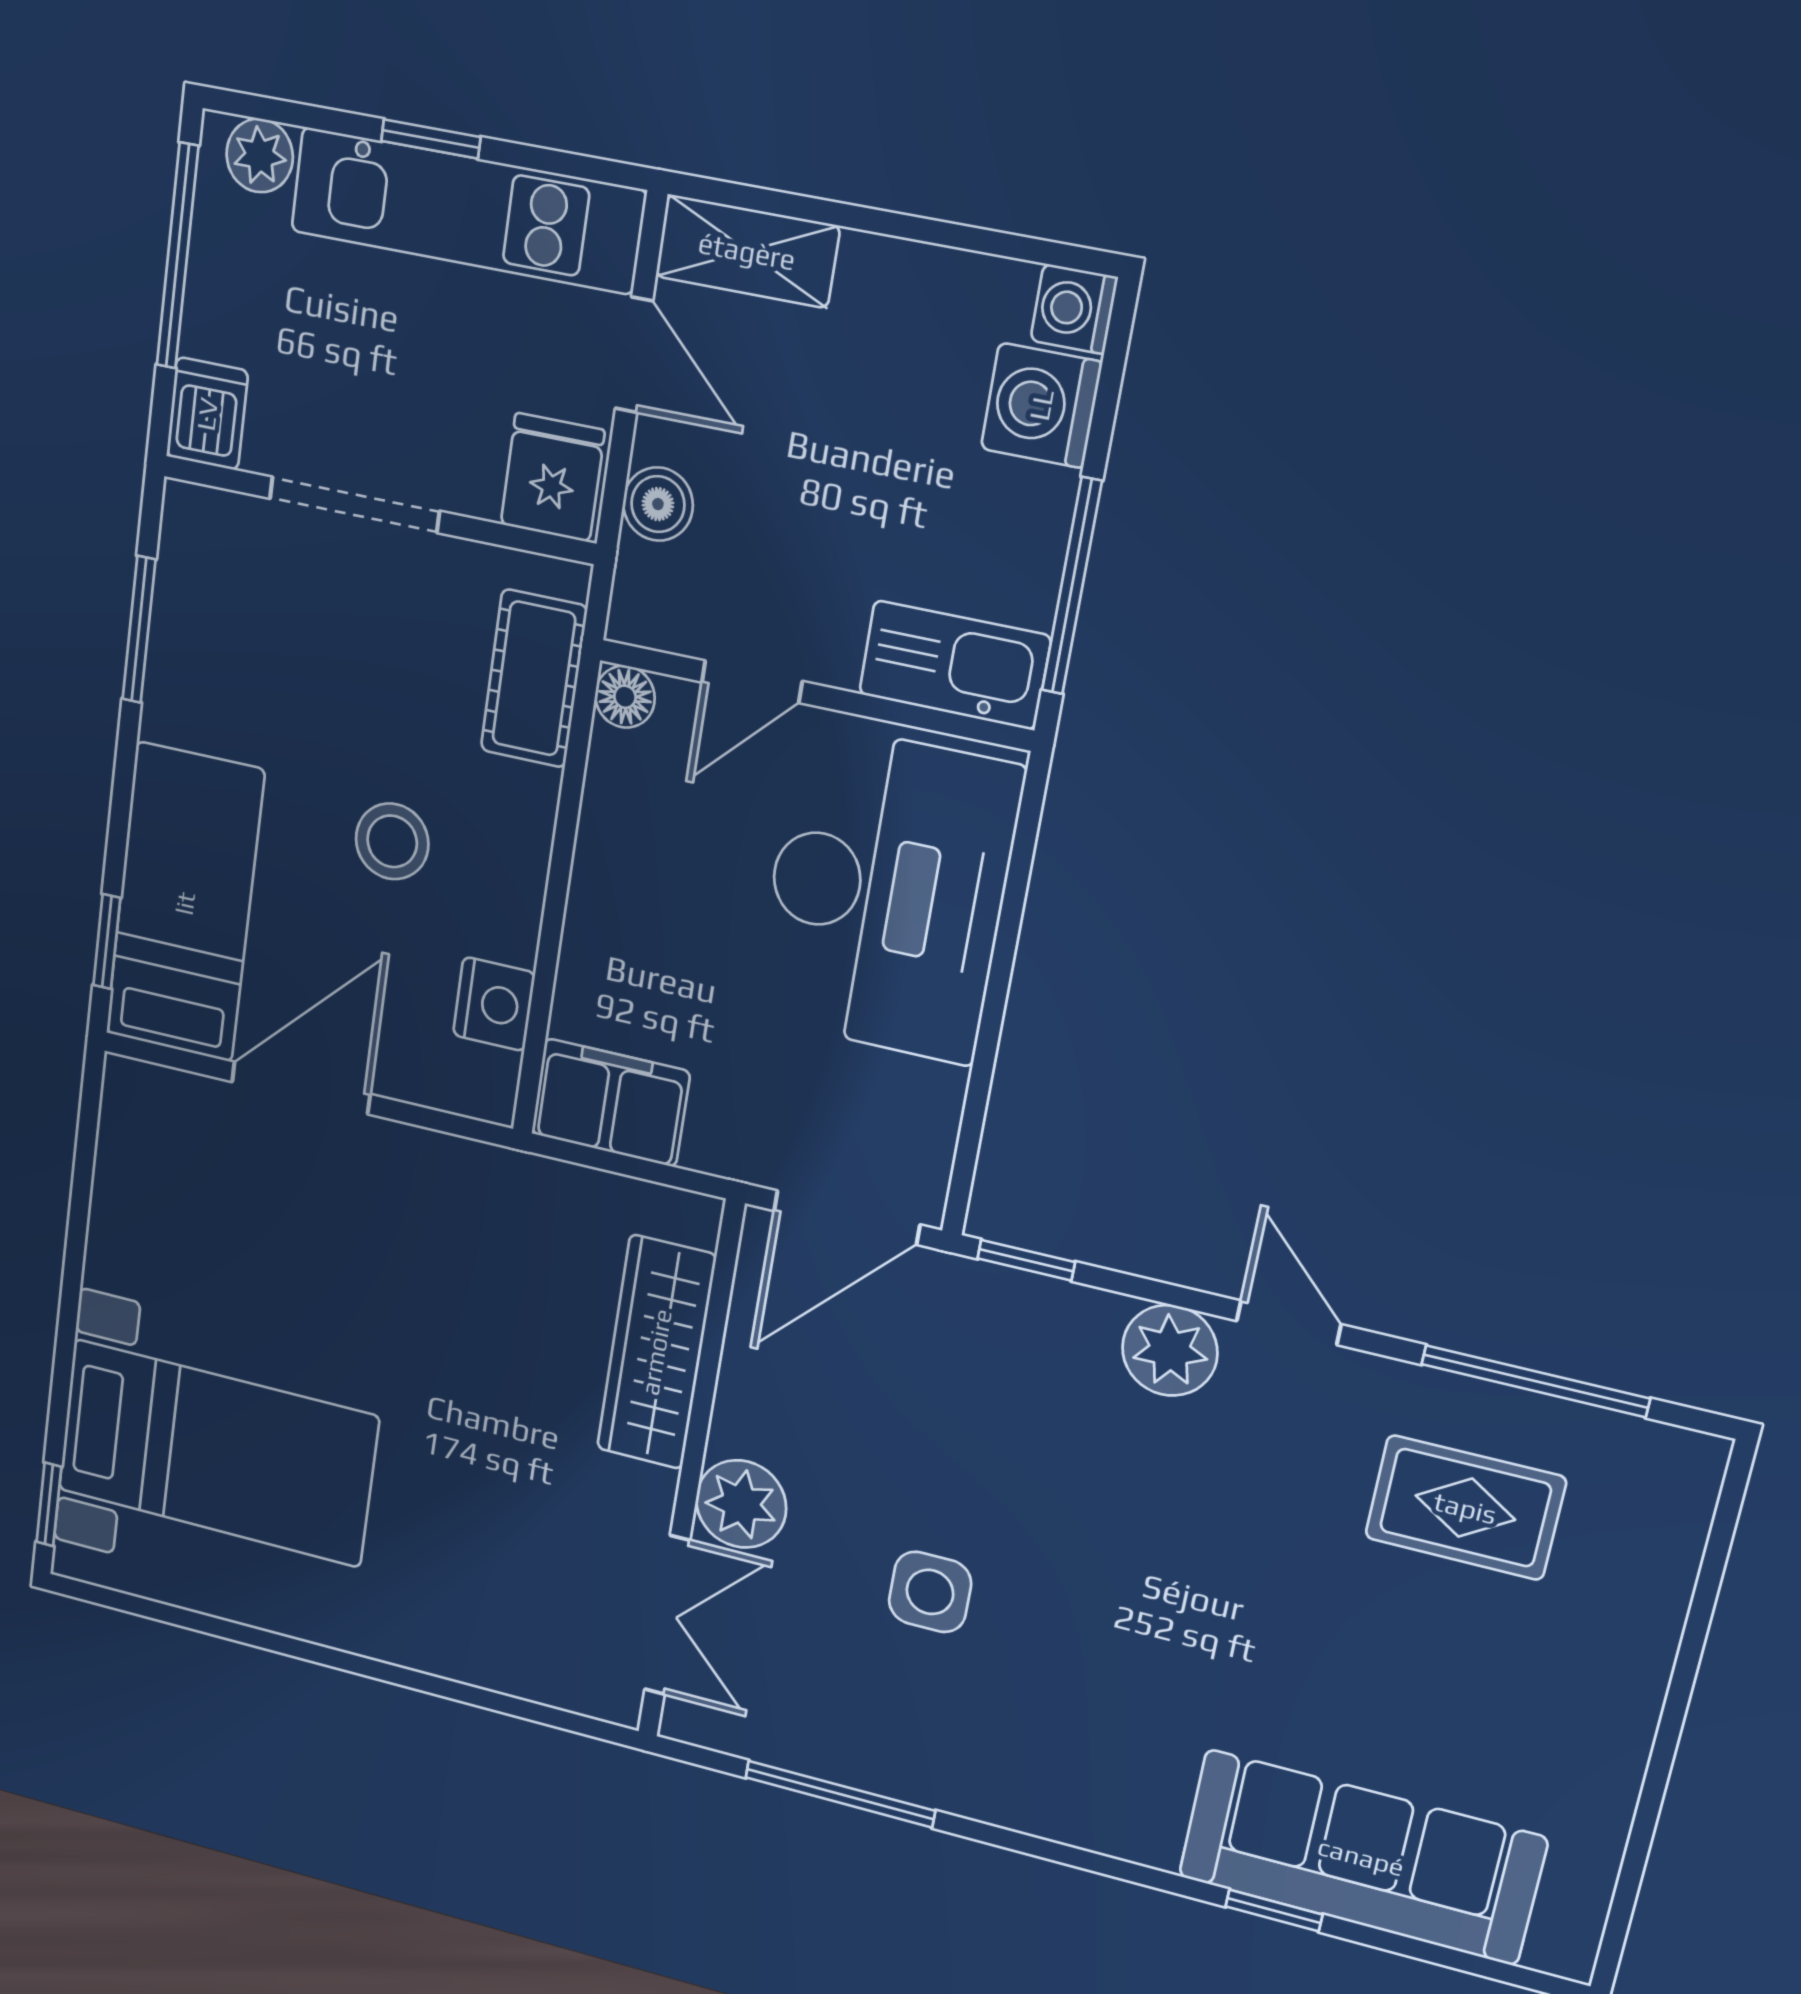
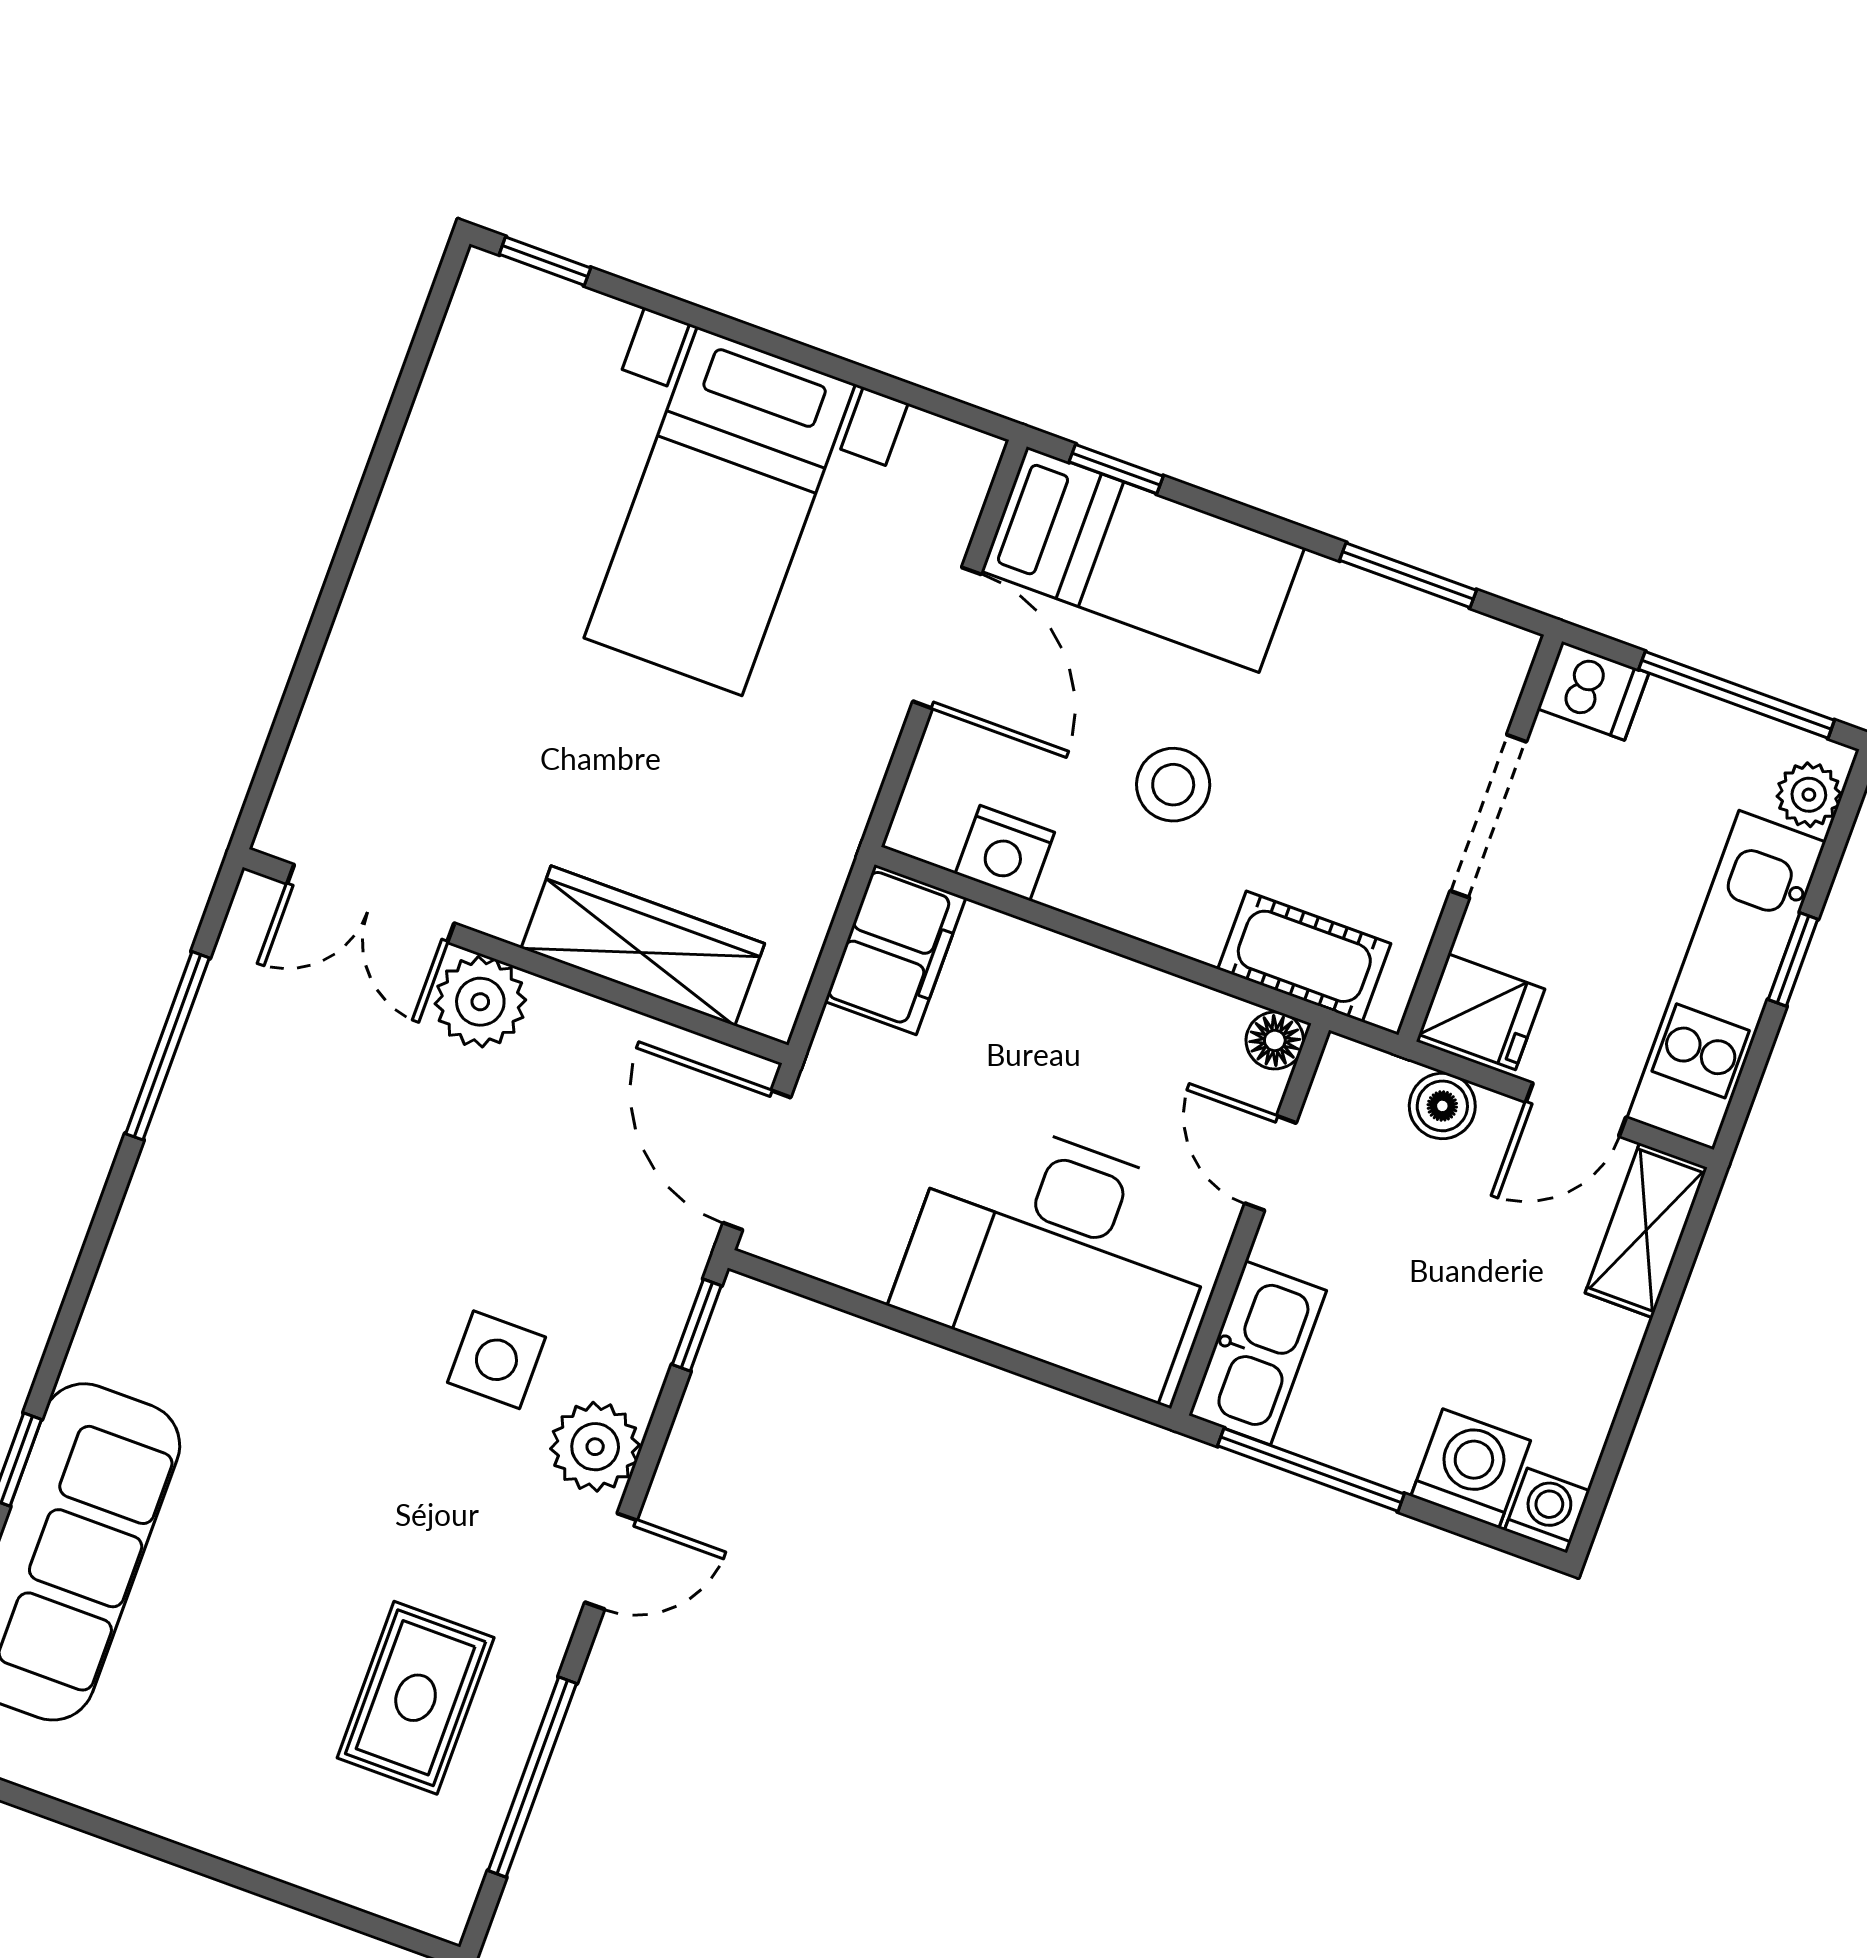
bed with nightstands: (217, 1453) -> (720, 511), moved
side table: (930, 1592) -> (496, 1360), moved

